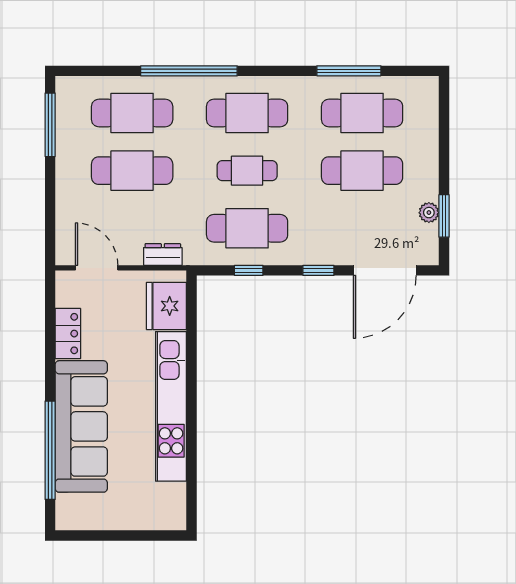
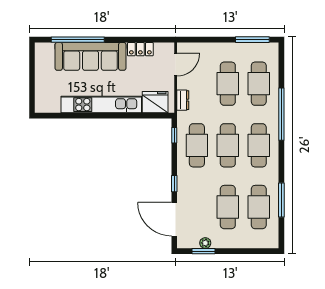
cafe table: (247, 171) -> (228, 145), width x1.37, depth x1.35
window: (249, 270) -> (174, 135), moved

